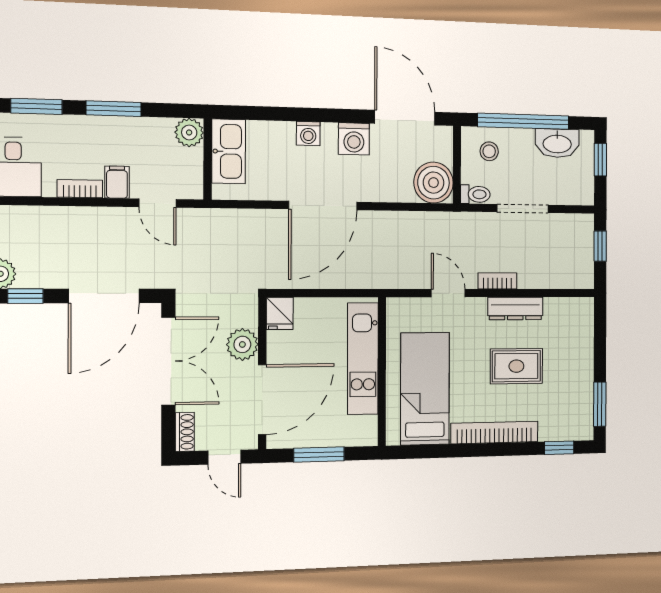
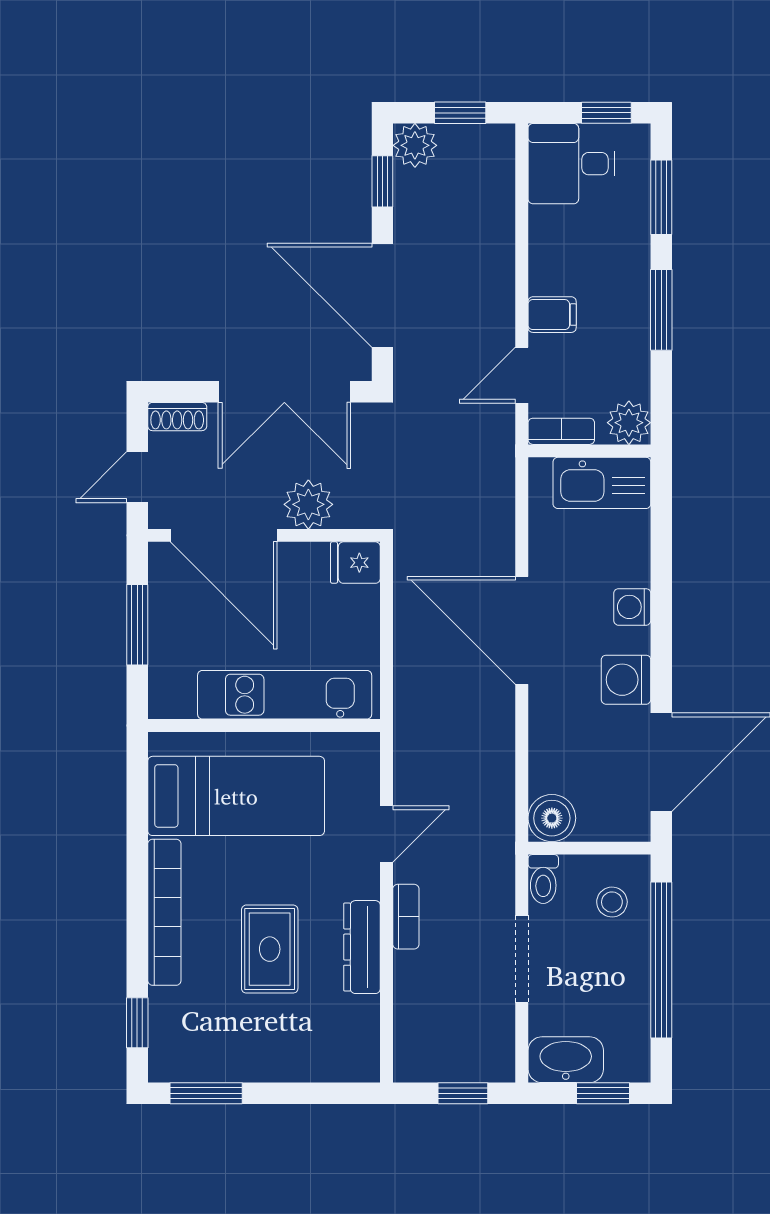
washbasin: (557, 143) -> (566, 1060), moved, turned 90
boiler: (434, 183) -> (552, 818), width x0.73, depth x0.73
bookcase: (80, 189) -> (561, 431), moved, turned -90

